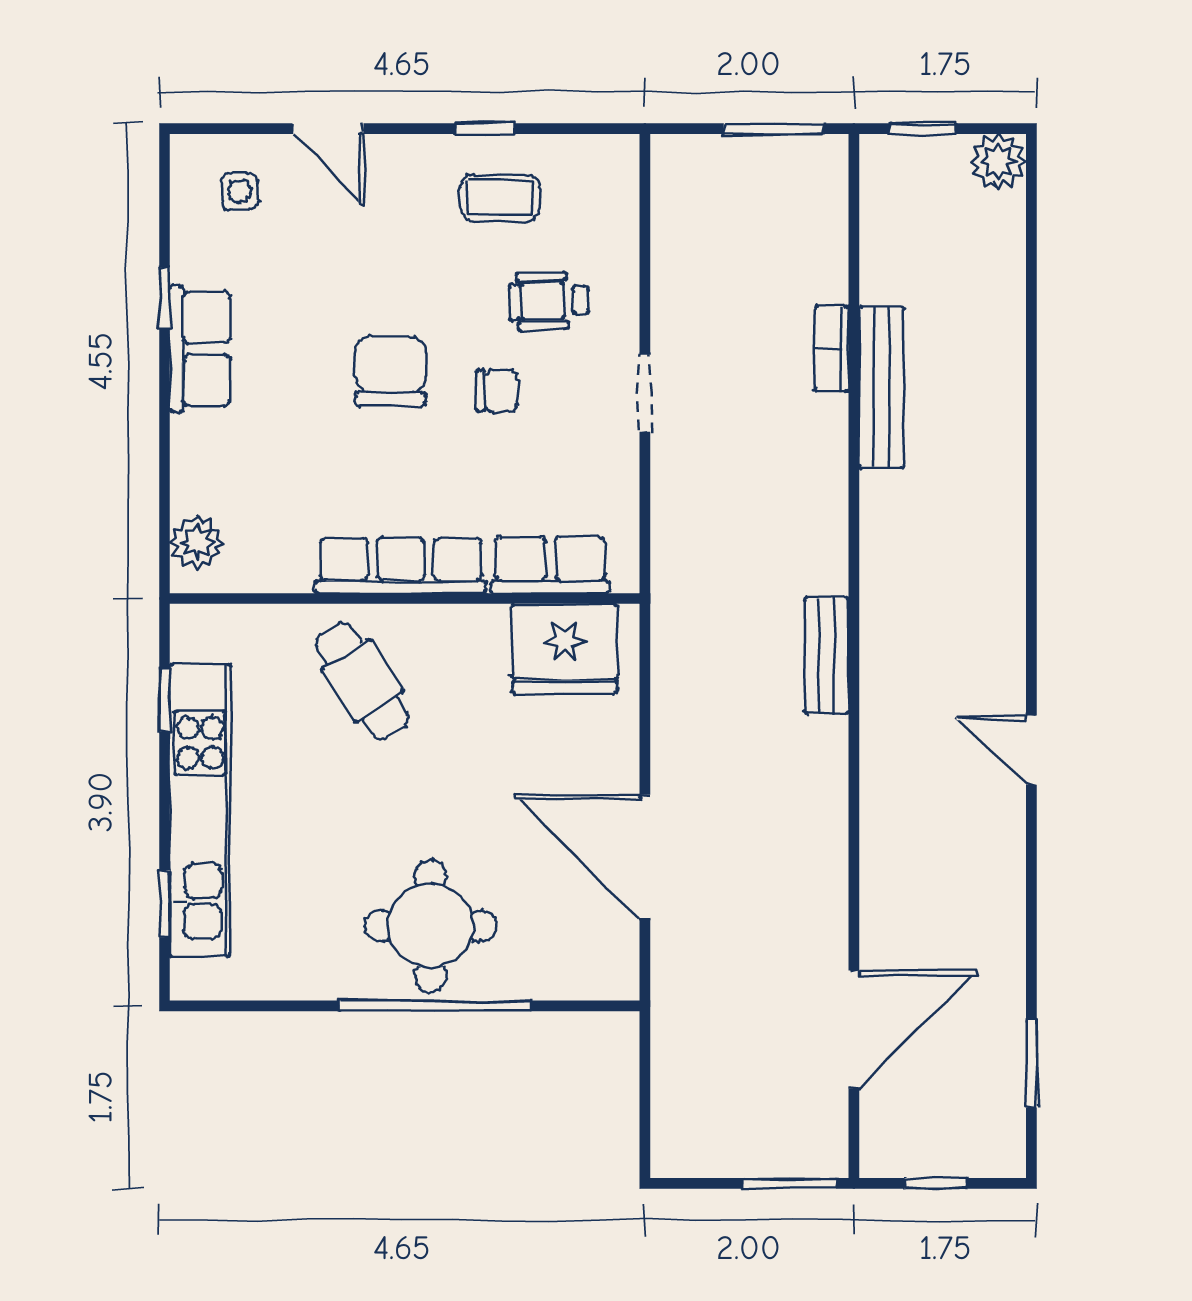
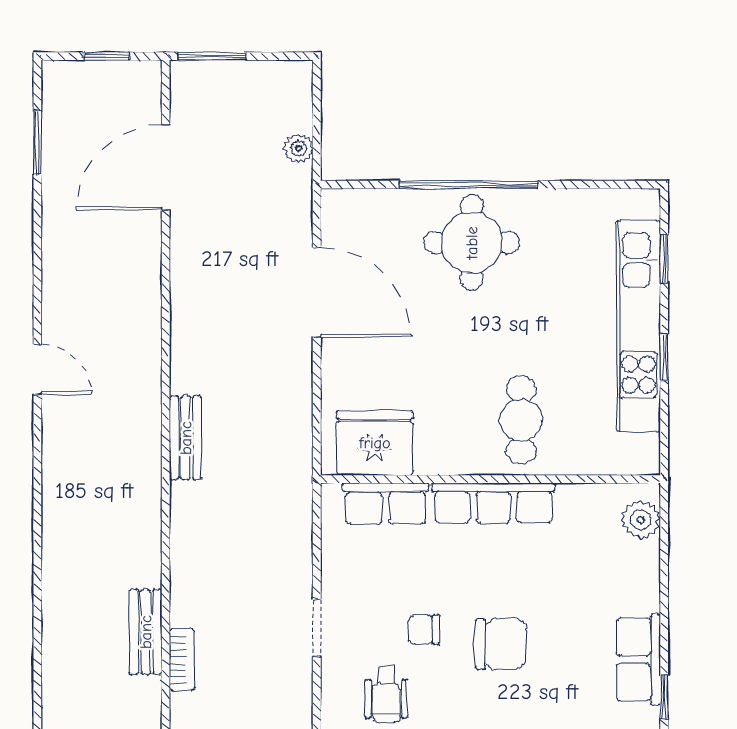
wheelchair: (549, 301) -> (386, 694), turned 92
chair: (391, 371) -> (501, 644), turned -90
bench: (882, 387) -> (146, 632), width x0.73
cafe table: (362, 680) -> (521, 420), turned 33
window: (165, 699) -> (664, 357), moved
plant: (670, 1056) -> (298, 148), added

